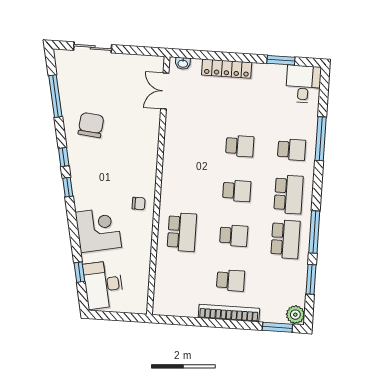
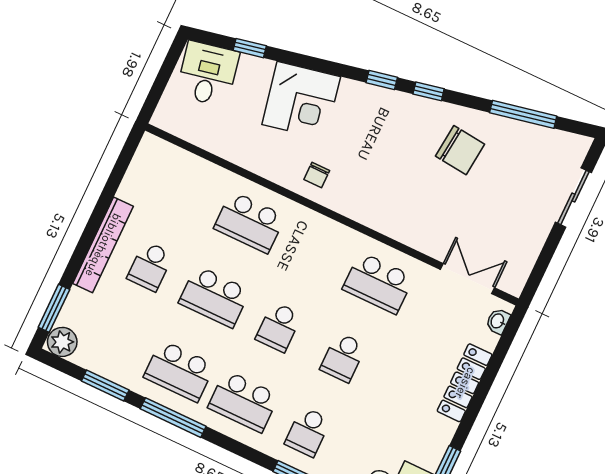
school desk: (188, 143) -> (378, 283), added
school desk: (234, 236) -> (214, 297), width x1.85
desk: (103, 285) -> (208, 74), width x0.73

